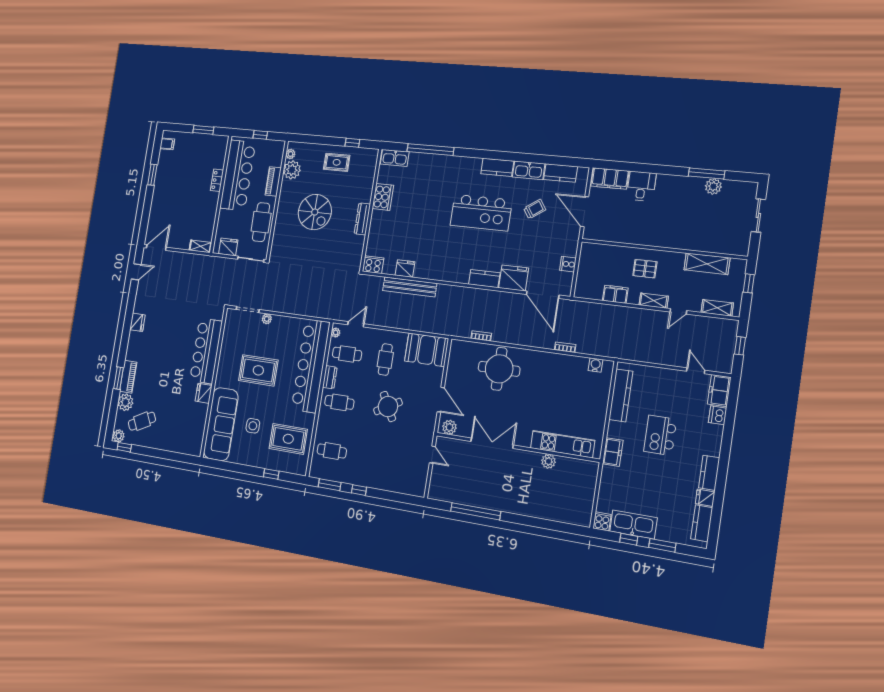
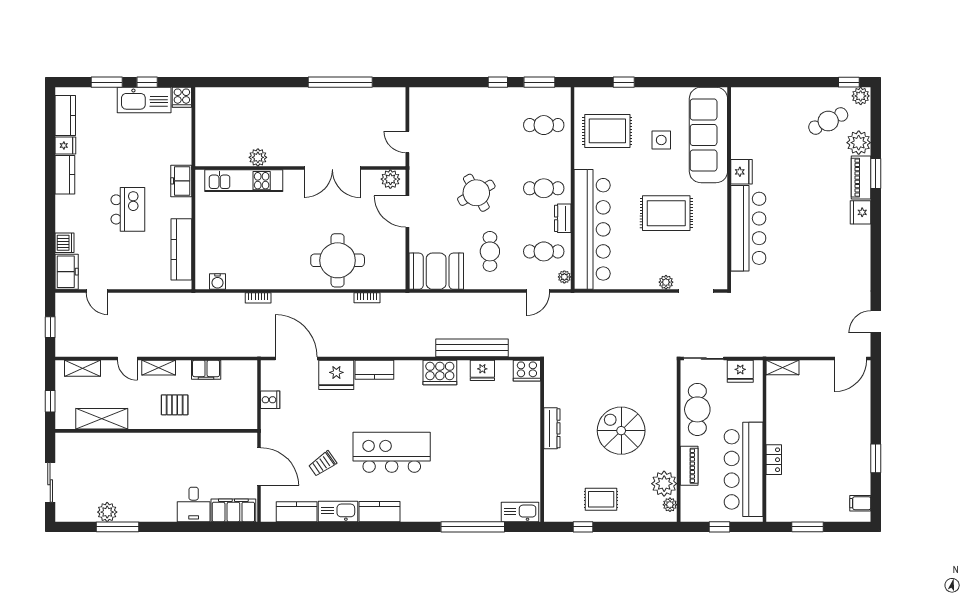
cooker: (383, 197) -> (440, 372), moved, turned -90
door: (678, 311) -> (127, 358), swing flipped
fridge: (137, 322) -> (861, 212), moved

